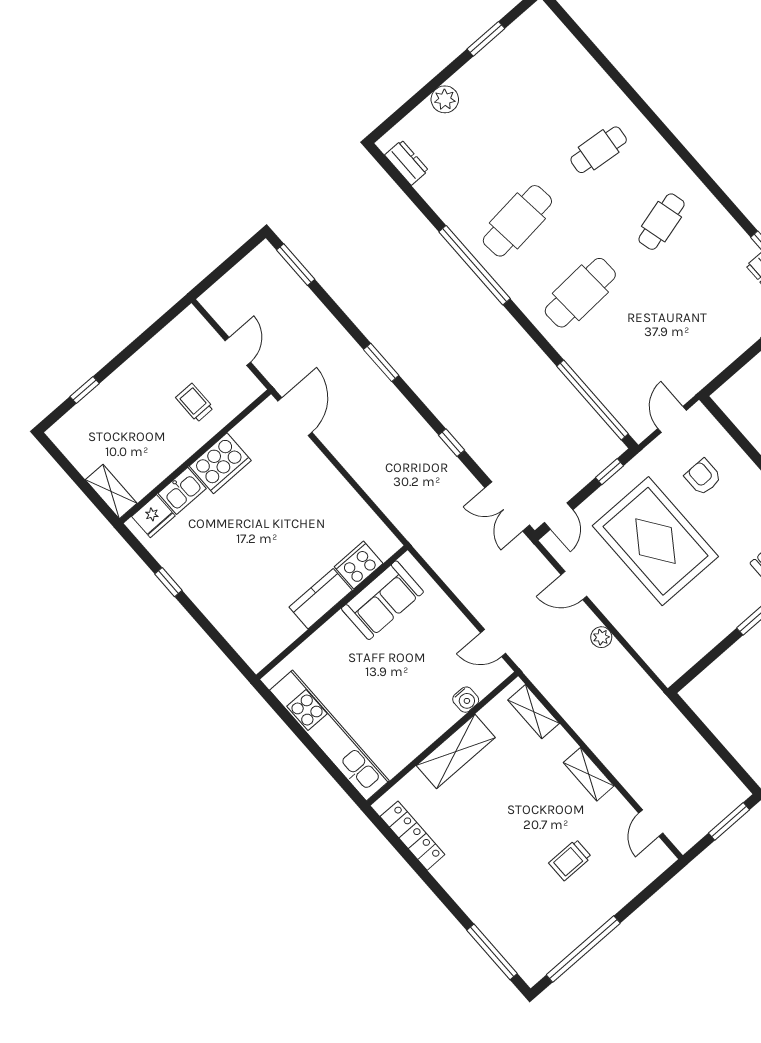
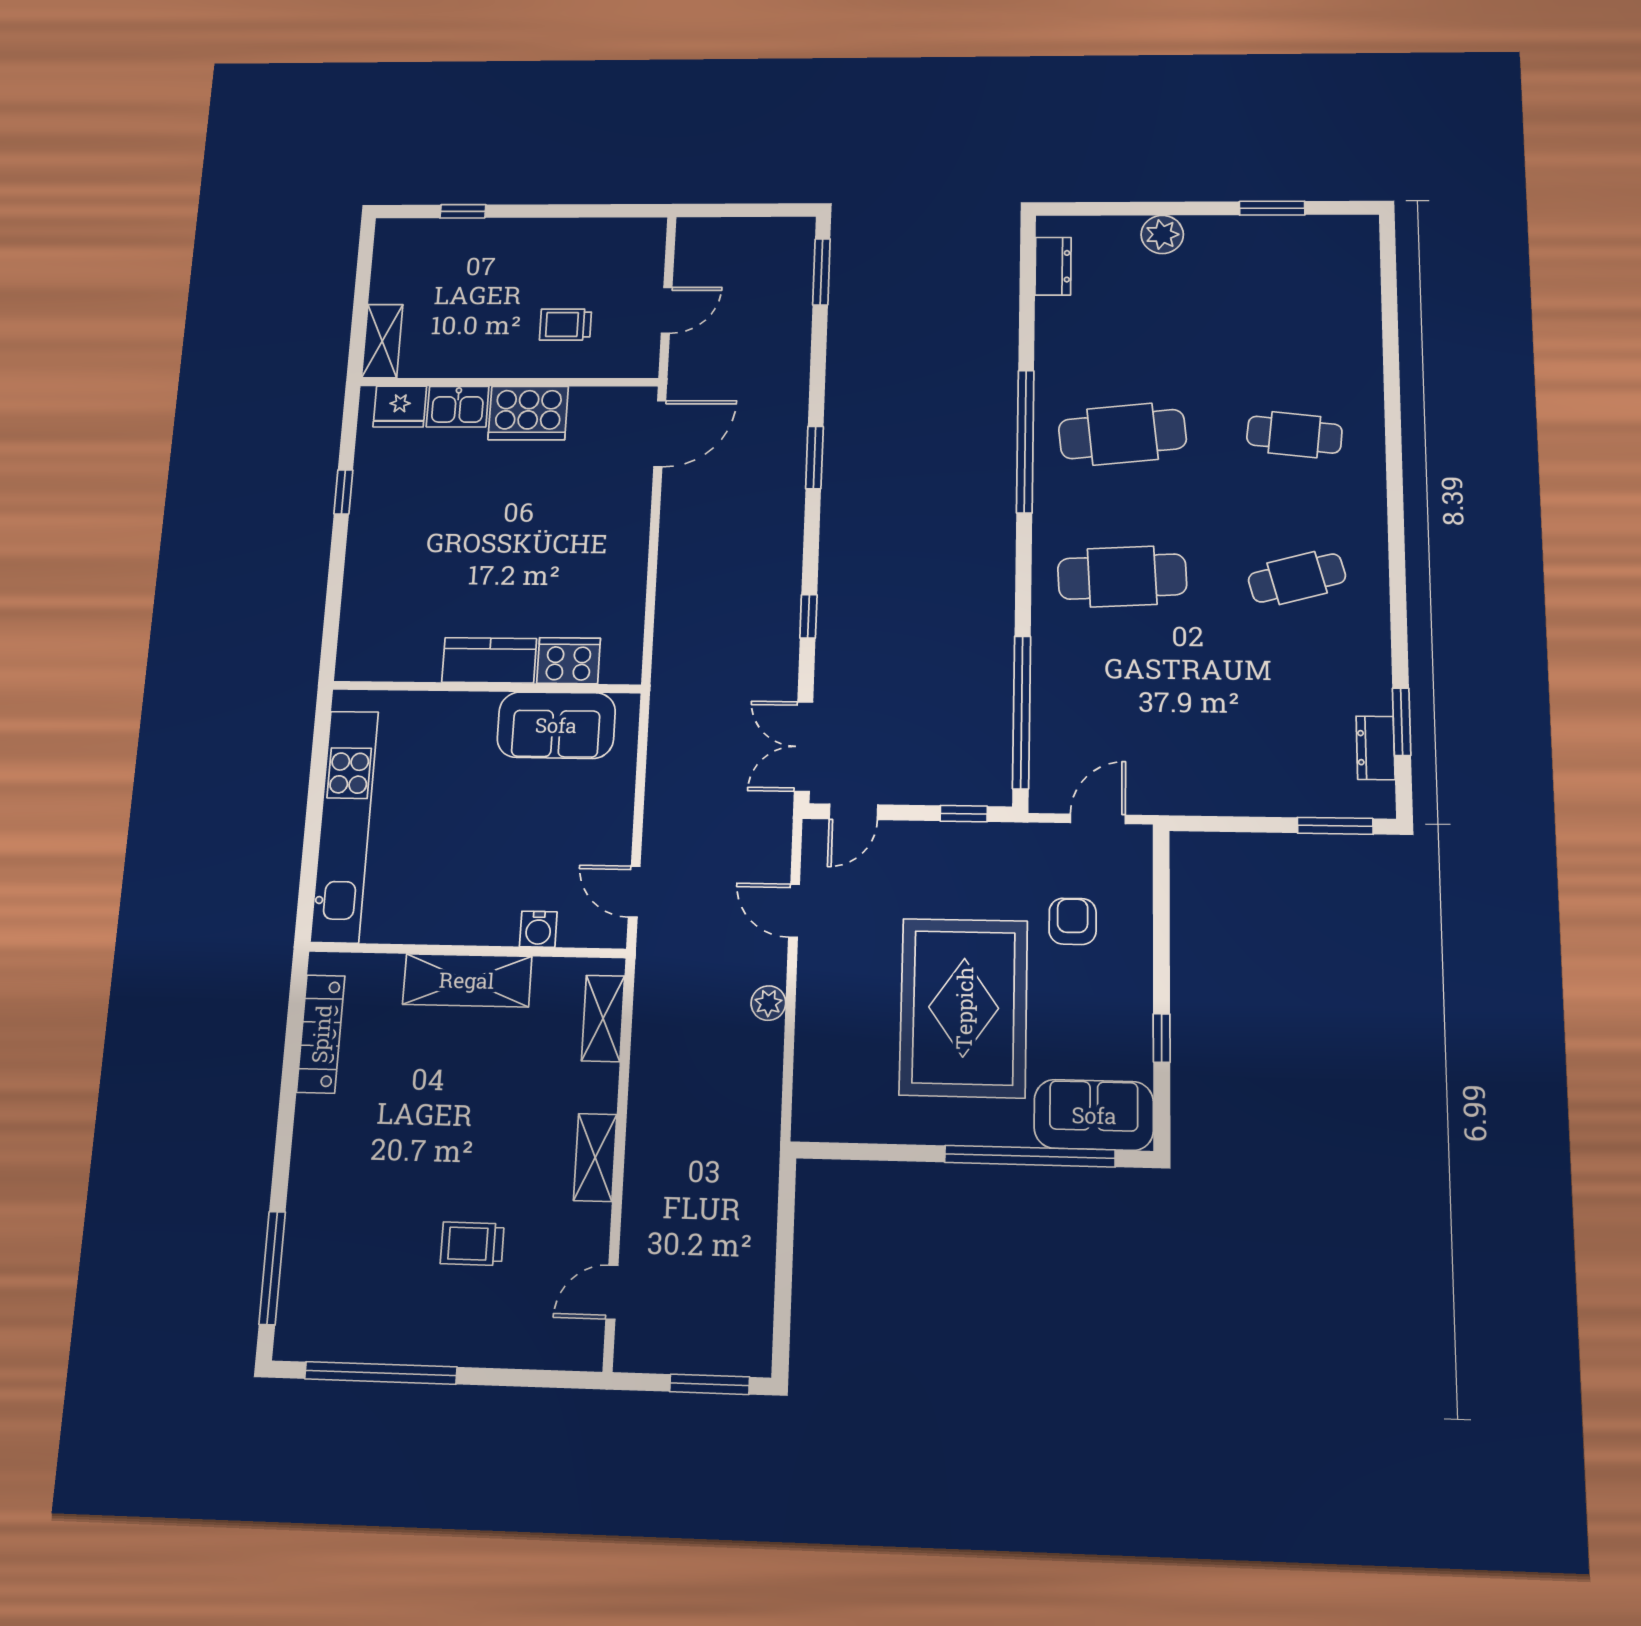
trolley: (195, 403) -> (565, 325), turned -90
rug: (655, 541) -> (964, 1008), moved

